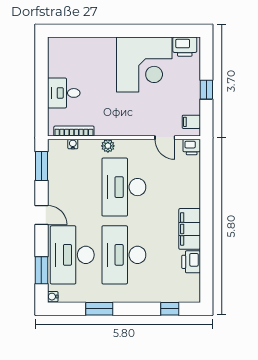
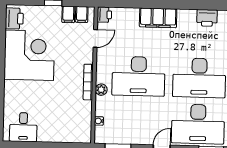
desk: (64, 93) -> (23, 127), moved
filing cabinet: (191, 107) -> (68, 14), added
bookcase: (74, 131) -> (88, 82), moved
filing cabinet: (190, 229) -> (158, 18), moved

